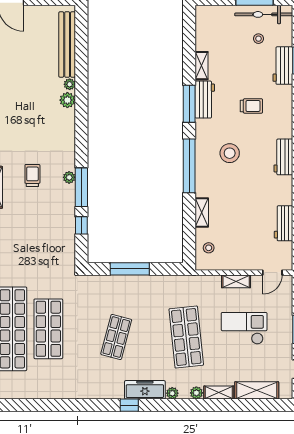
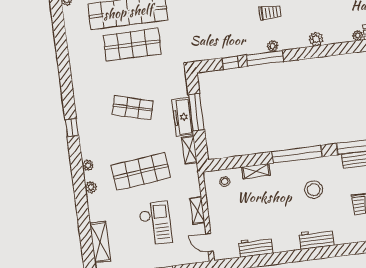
plant: (67, 100) -> (316, 39), moved
freezer: (145, 390) -> (183, 117), moved, turned 180
shelving: (219, 393) -> (189, 150), moved

